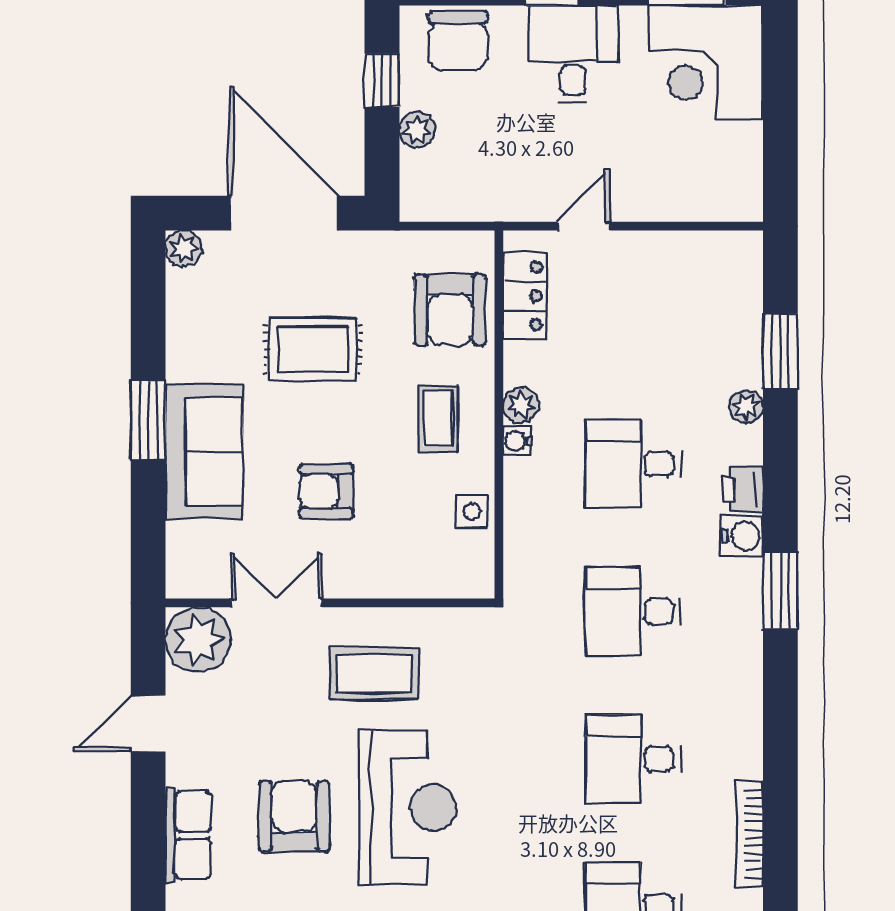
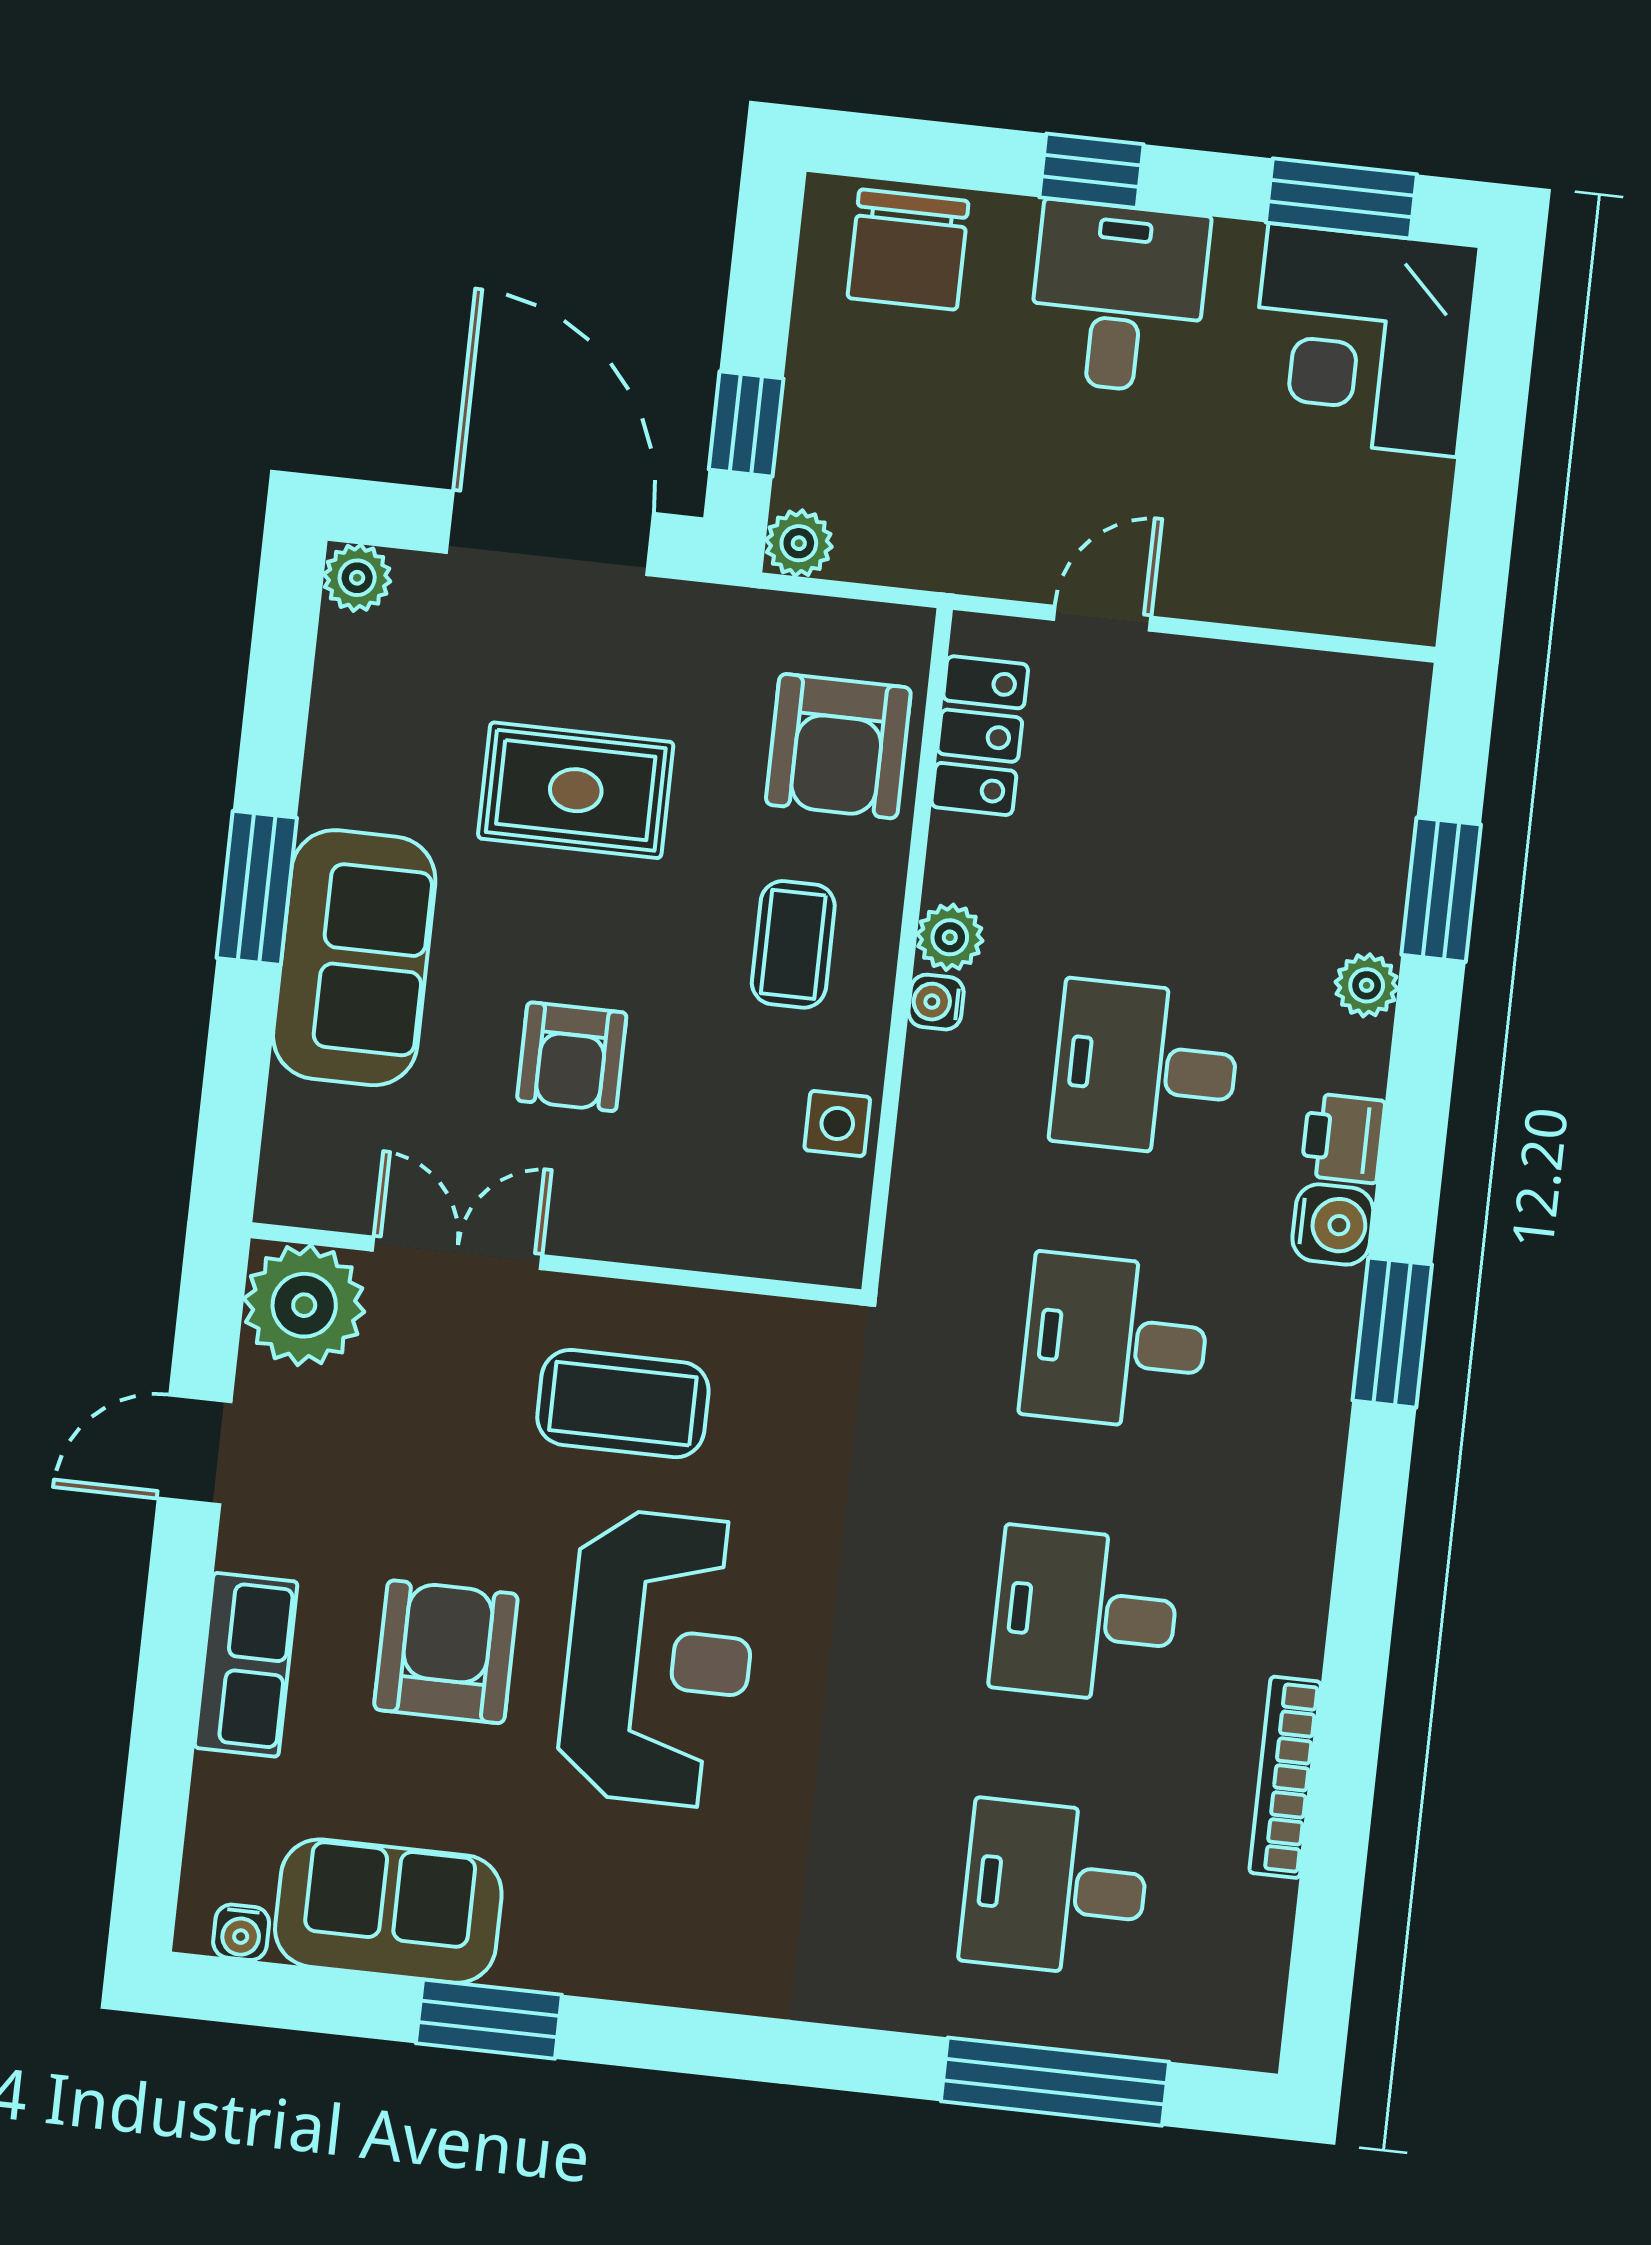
window: (382, 80) -> (746, 424), moved
plant: (417, 130) -> (799, 543), moved
armchair: (326, 491) -> (572, 1057), turned -90

